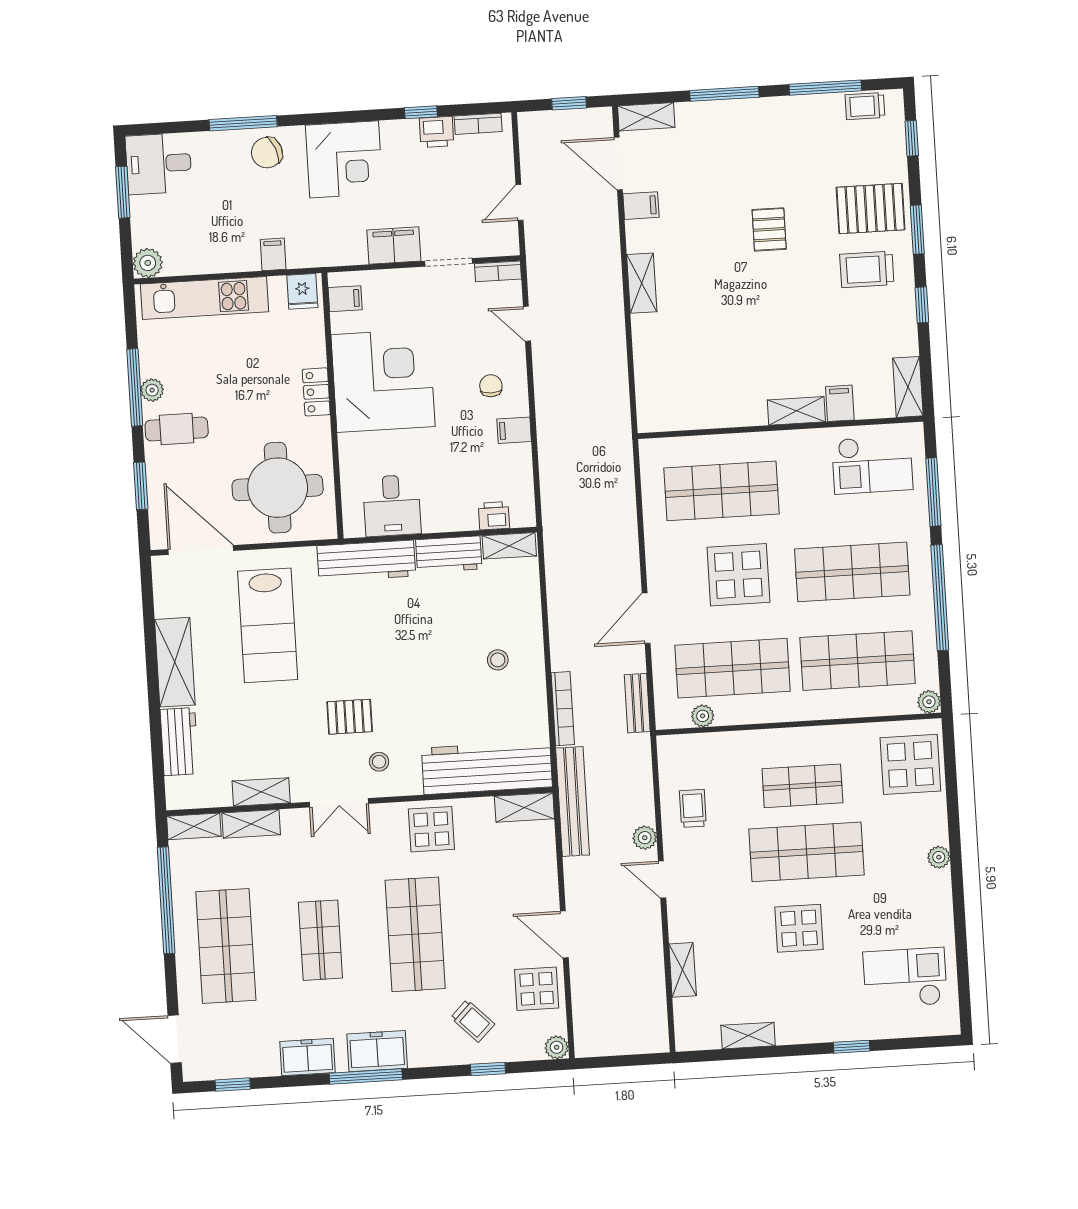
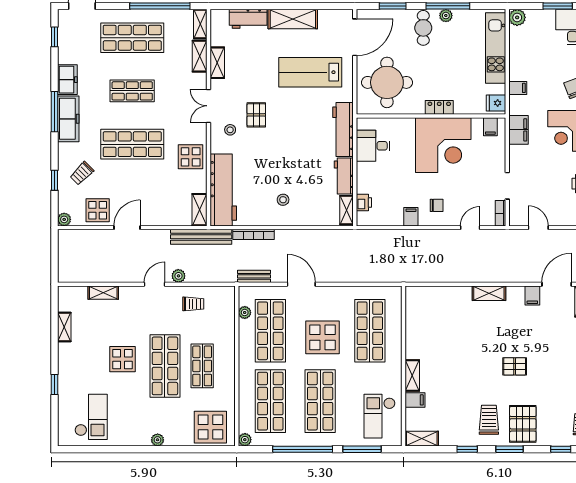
filing cabinet: (394, 246) -> (518, 130), moved
freezer: (377, 1051) -> (68, 119), width x1.40

